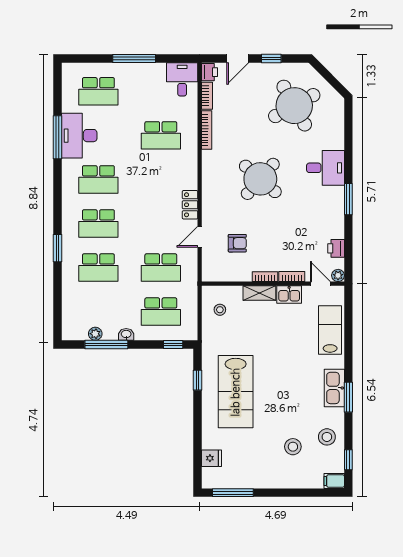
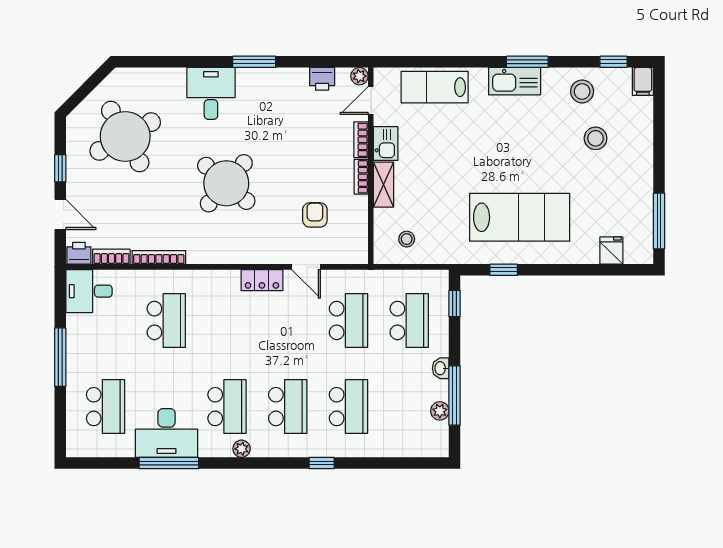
plant: (68, 190) -> (242, 449), added
window: (57, 248) -> (322, 463), width x0.67

